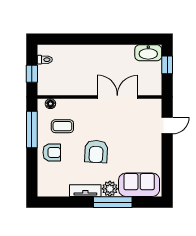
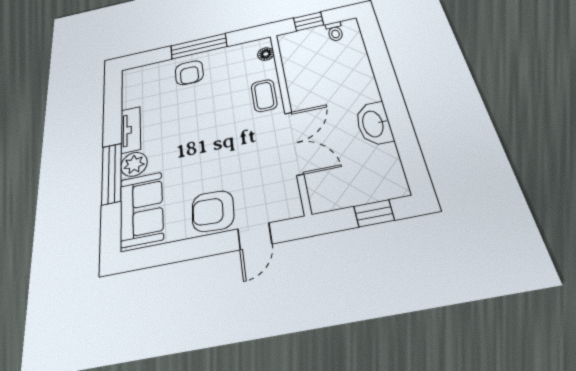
washbasin: (148, 53) -> (374, 124), moved
door: (167, 125) -> (255, 236), hinge flipped
coffee table: (62, 126) -> (264, 96), moved
window: (32, 130) -> (199, 46), moved
armchair: (96, 151) -> (213, 211), moved

